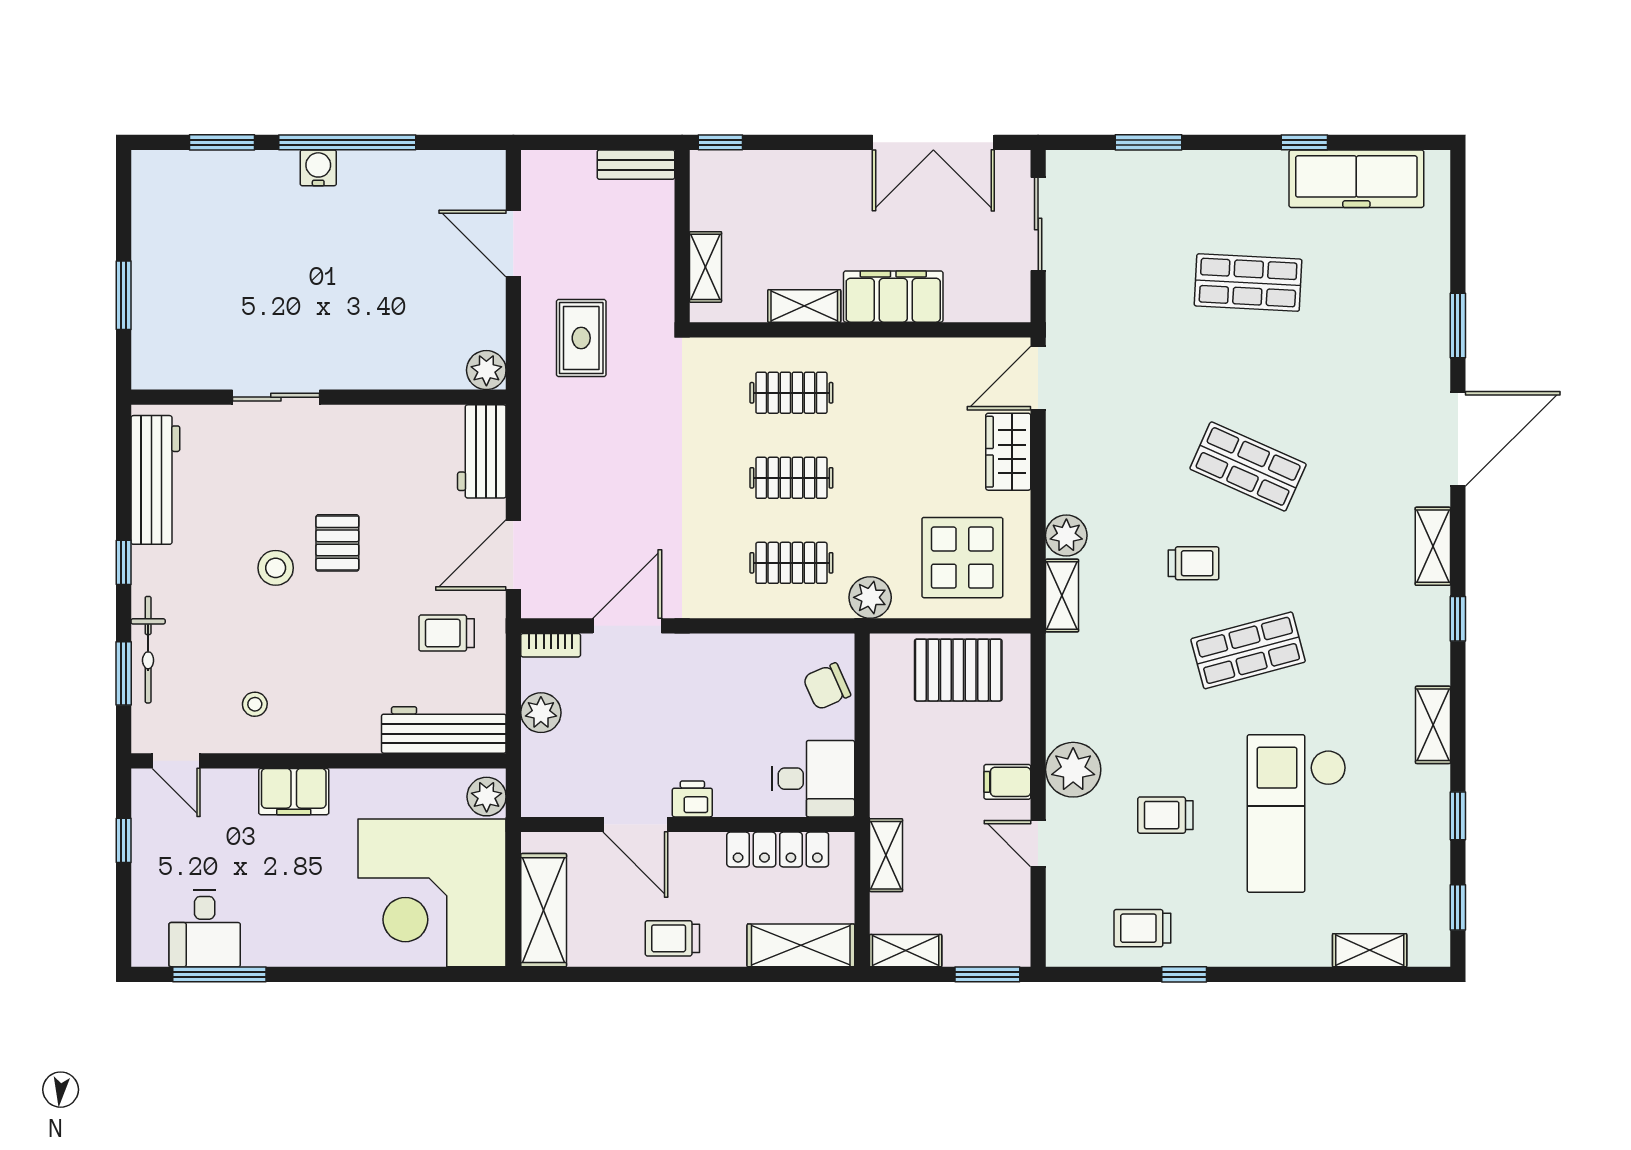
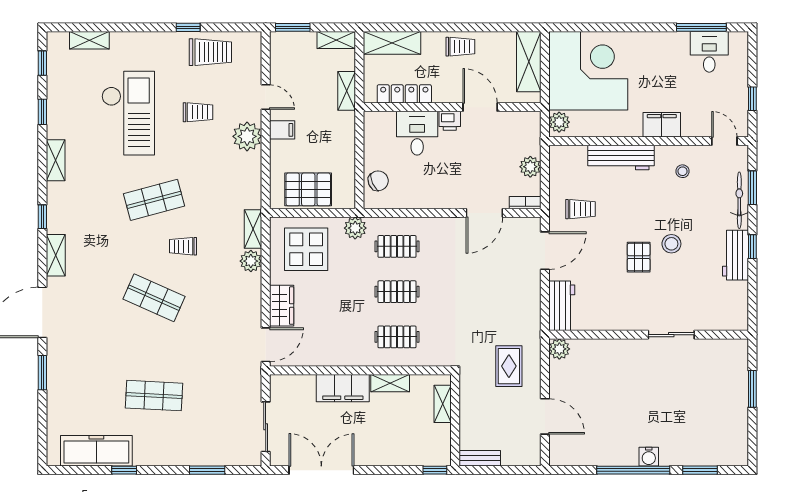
workbench: (155, 480) -> (735, 255), moved, width x0.73
workbench: (444, 730) -> (621, 158), moved
desk: (813, 779) -> (417, 133), moved, turned 90
trolley: (1142, 928) -> (210, 52), width x1.36, depth x1.39

